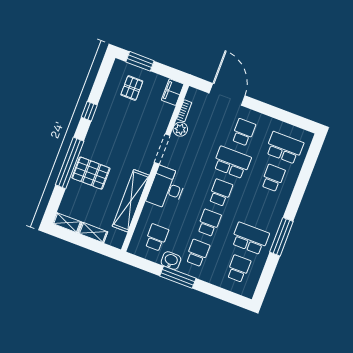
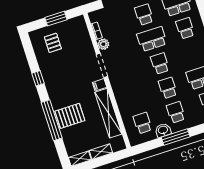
window: (140, 61) -> (56, 19), moved
filing cabinet: (173, 92) -> (100, 85), moved, width x0.50
desk: (167, 188) -> (124, 88), removed

